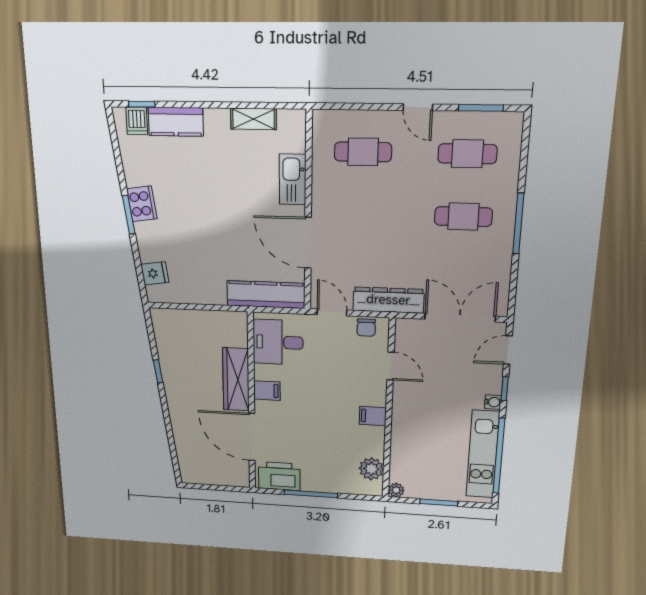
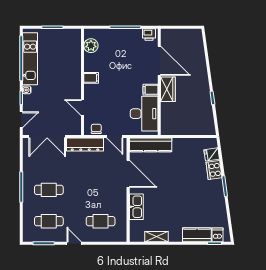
cooker: (142, 204) -> (214, 170), moved
desk: (278, 342) -> (144, 114), width x1.37
wardrobe: (236, 379) -> (168, 89), width x0.67
printer: (279, 476) -> (149, 35), width x0.53, depth x0.68
plant: (396, 490) -> (77, 33), removed

